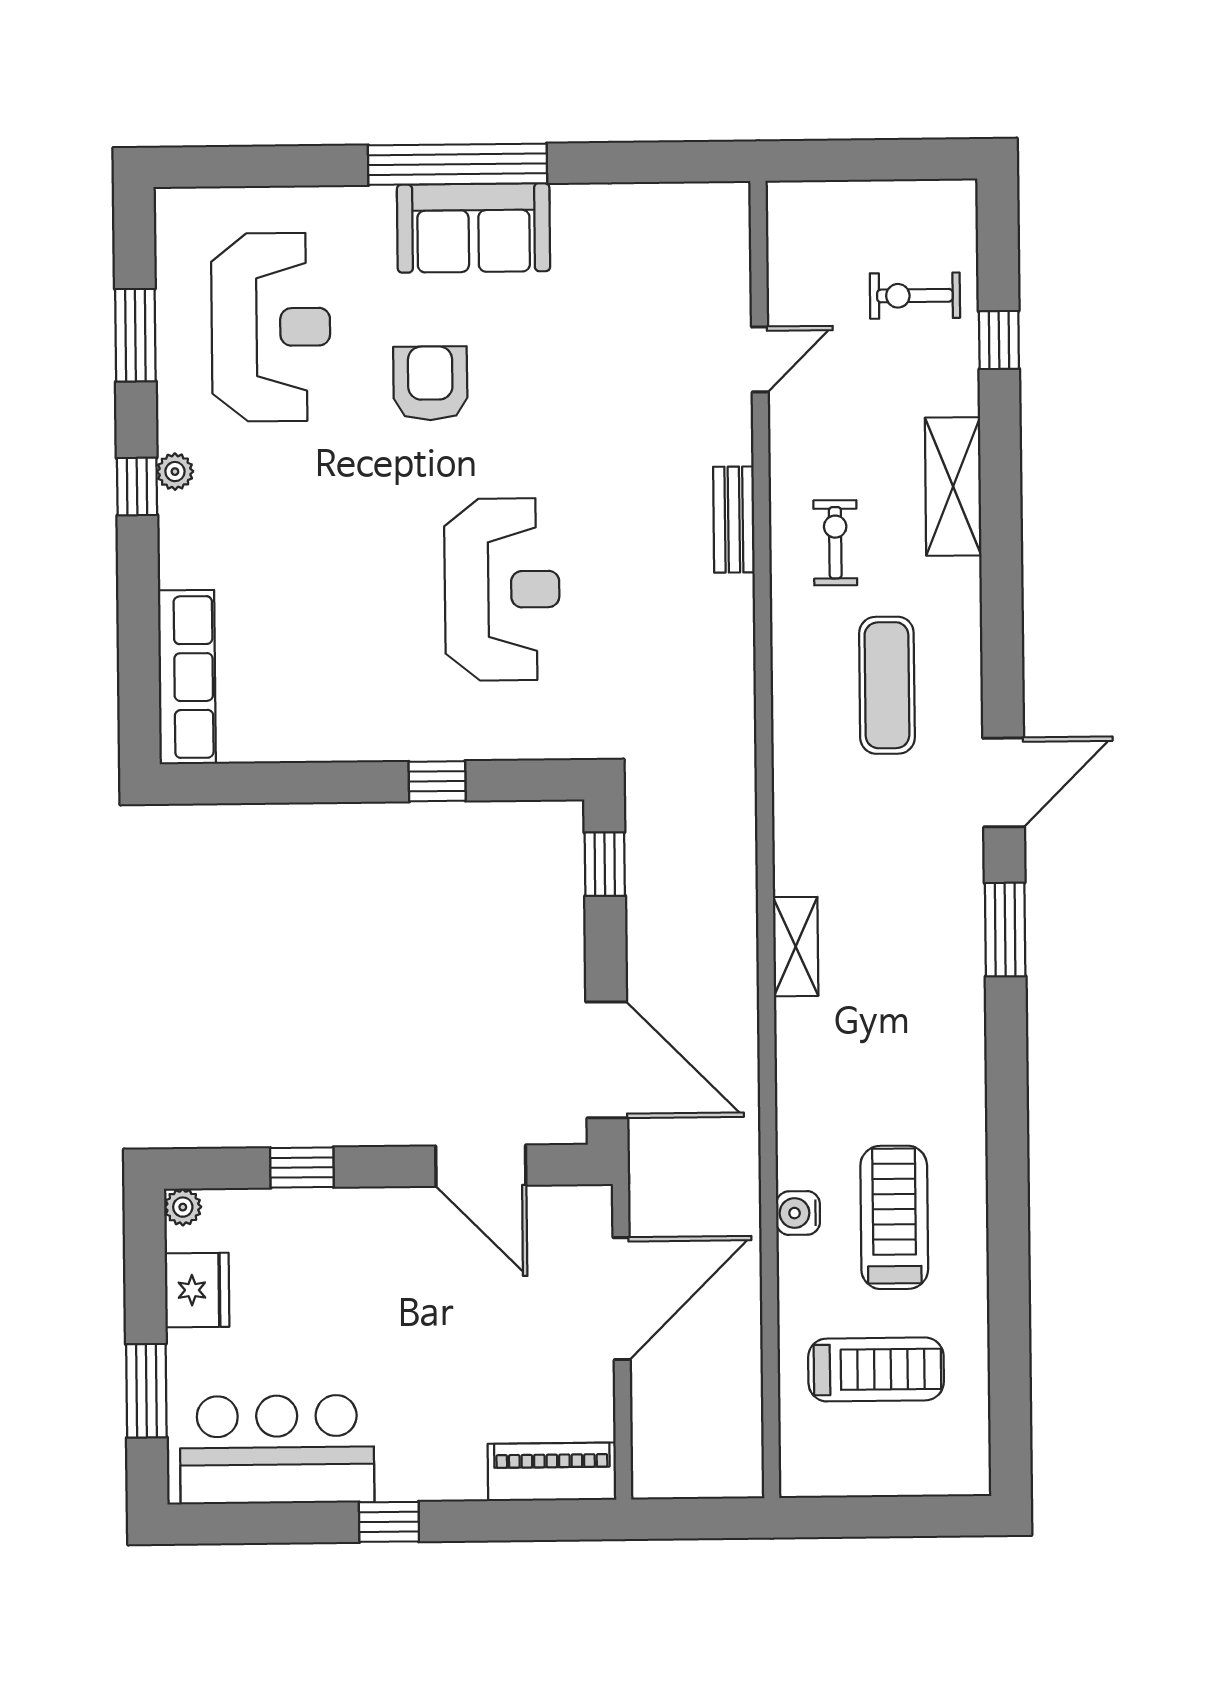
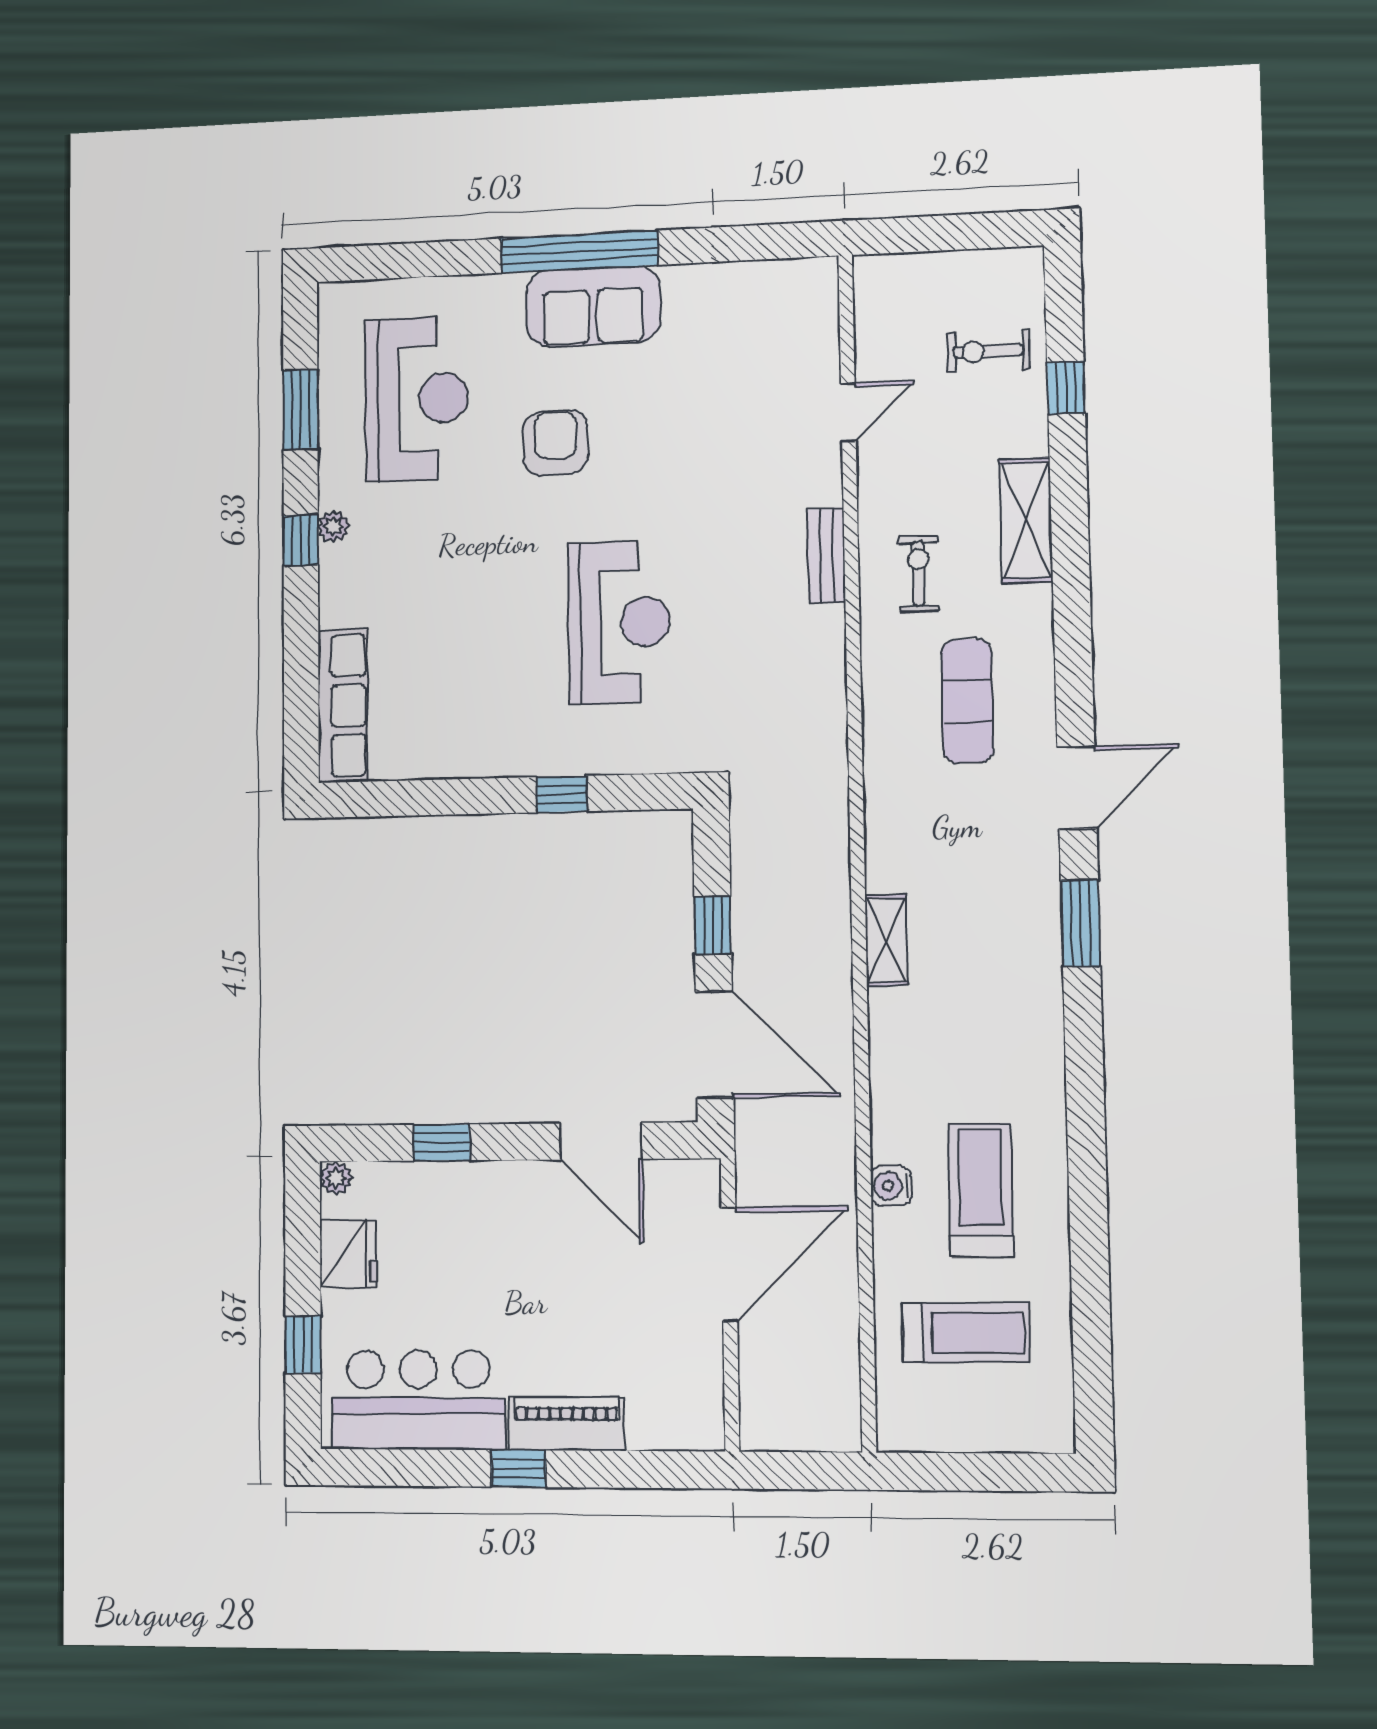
window: (605, 864) -> (713, 925), moved
window: (146, 1391) -> (303, 1345), width x0.67
piano: (552, 1472) -> (567, 1424), moved

